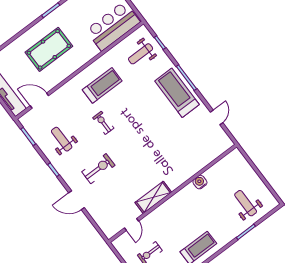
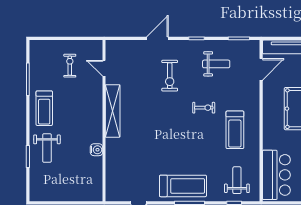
shelving: (153, 197) -> (113, 111), width x1.47
weight bench: (246, 203) -> (47, 148), moved, turned 90

